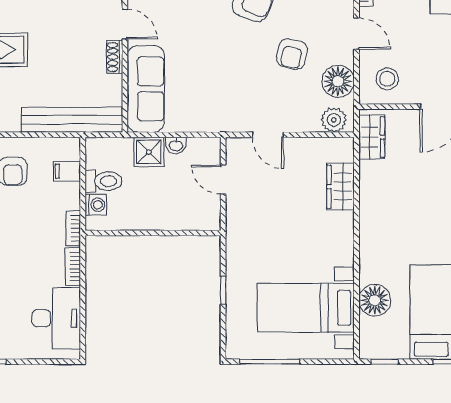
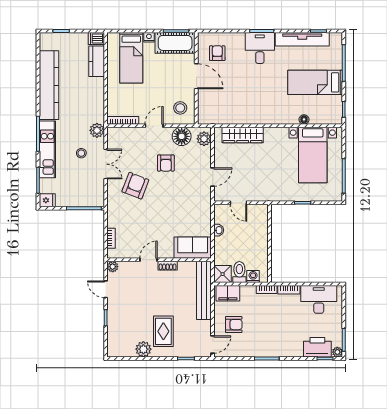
armchair: (292, 54) -> (166, 163), turned 77
sofa: (146, 89) -> (193, 248), width x0.73
wardrobe: (372, 137) -> (214, 117), removed
shower: (149, 152) -> (223, 274), moved
filing cabinet: (67, 171) -> (228, 293), width x2.00
door: (223, 180) -> (238, 203), hinge flipped
wardrobe: (340, 187) -> (243, 135), width x1.50
floor lamp: (375, 300) -> (304, 119), width x0.53, depth x0.53

